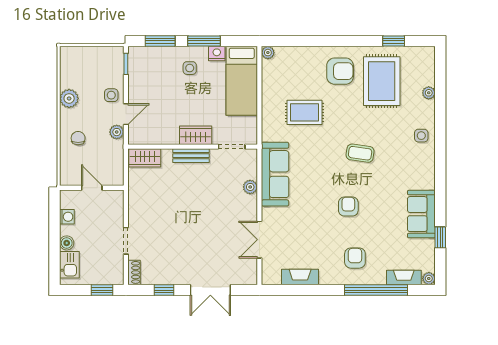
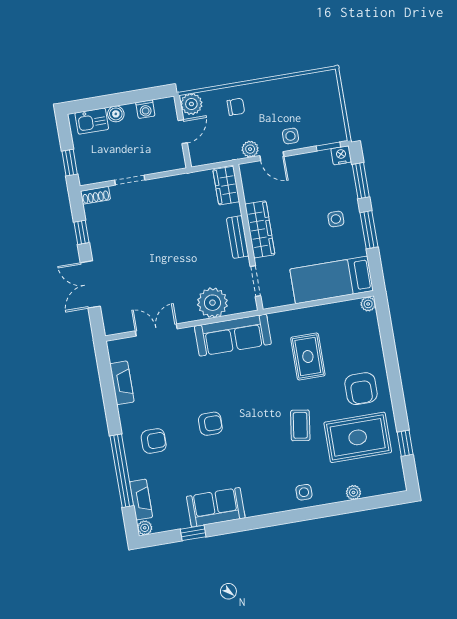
nightstand: (217, 53) -> (341, 155), moved, turned -90
plant: (69, 98) -> (191, 104), moved
wardrobe: (196, 135) -> (260, 229), width x1.50
coffee table: (360, 153) -> (300, 425), moved
plant: (250, 187) -> (212, 303), width x1.88, depth x1.88

